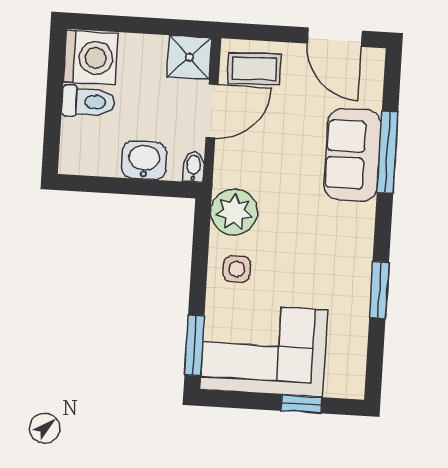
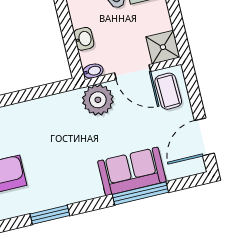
washbasin: (144, 160) -> (84, 39), width x0.72, depth x0.69
plant: (234, 212) -> (98, 100), moved
side table: (237, 269) -> (36, 119), removed

